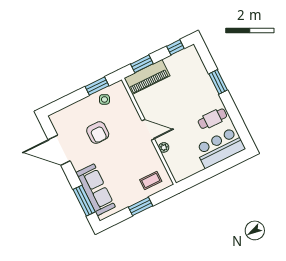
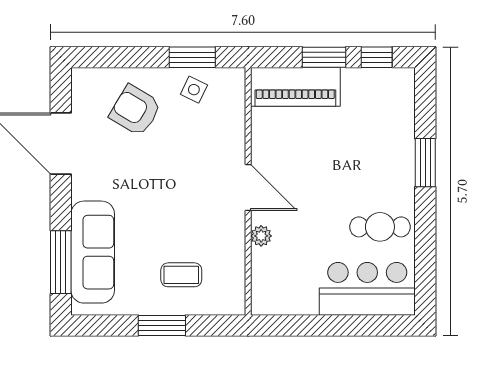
window: (142, 64) -> (324, 57), moved
armchair: (98, 133) -> (135, 110), moved, turned 121
coffee table: (151, 180) -> (181, 275), moved

